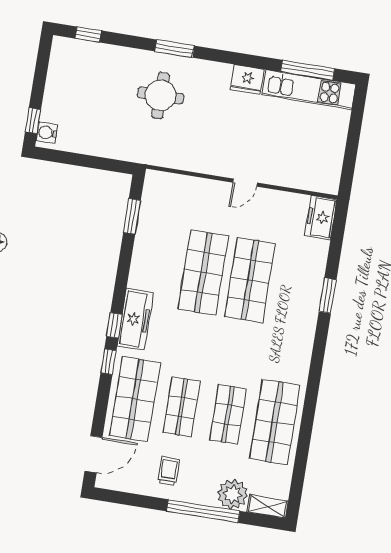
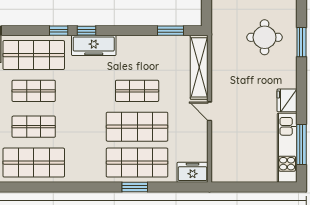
shelving: (186, 187) -> (199, 67), added
shop shelf: (203, 272) -> (137, 91), width x0.70, depth x0.74
shop shelf: (296, 288) -> (137, 163), added

